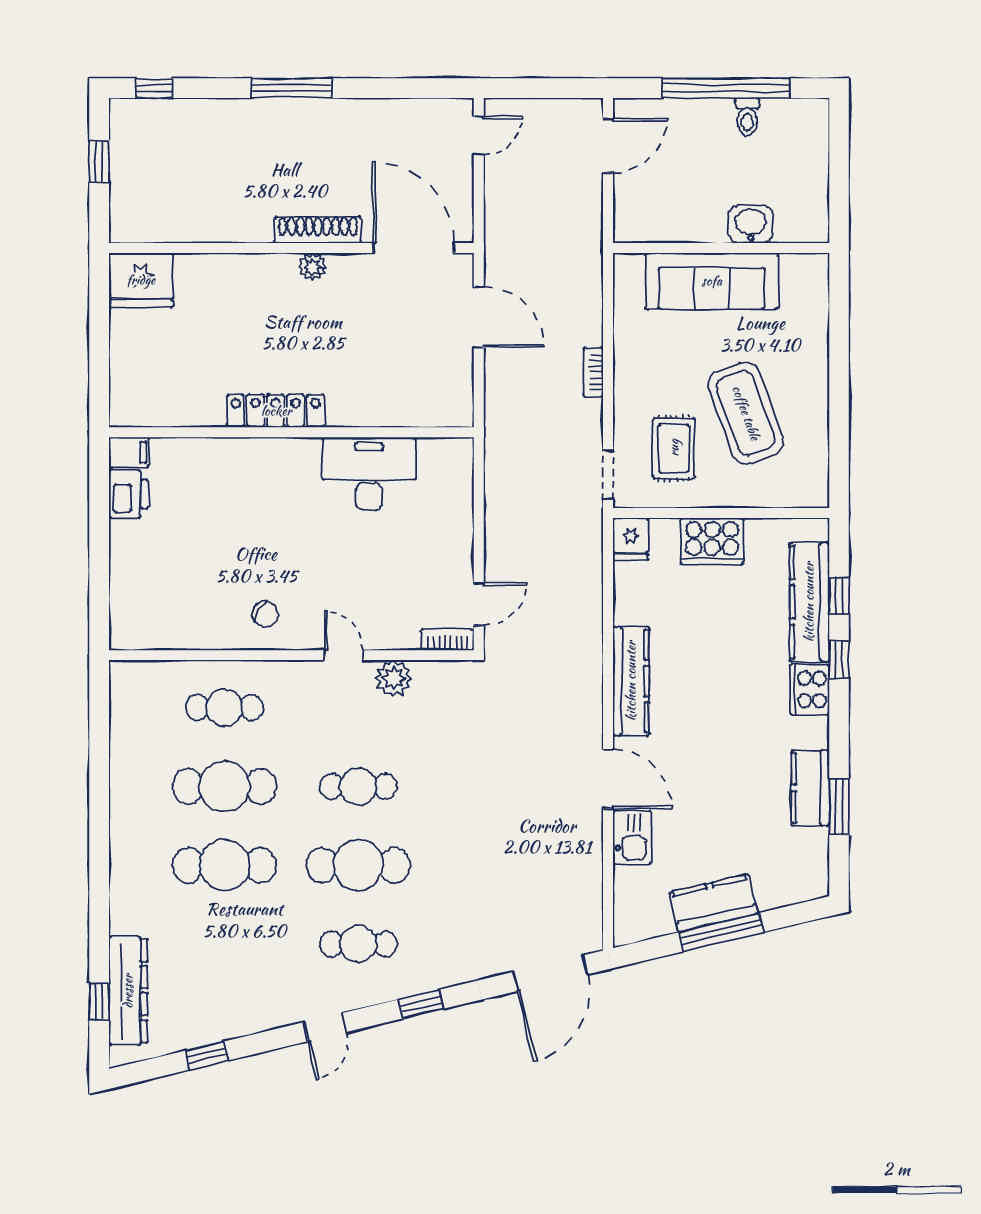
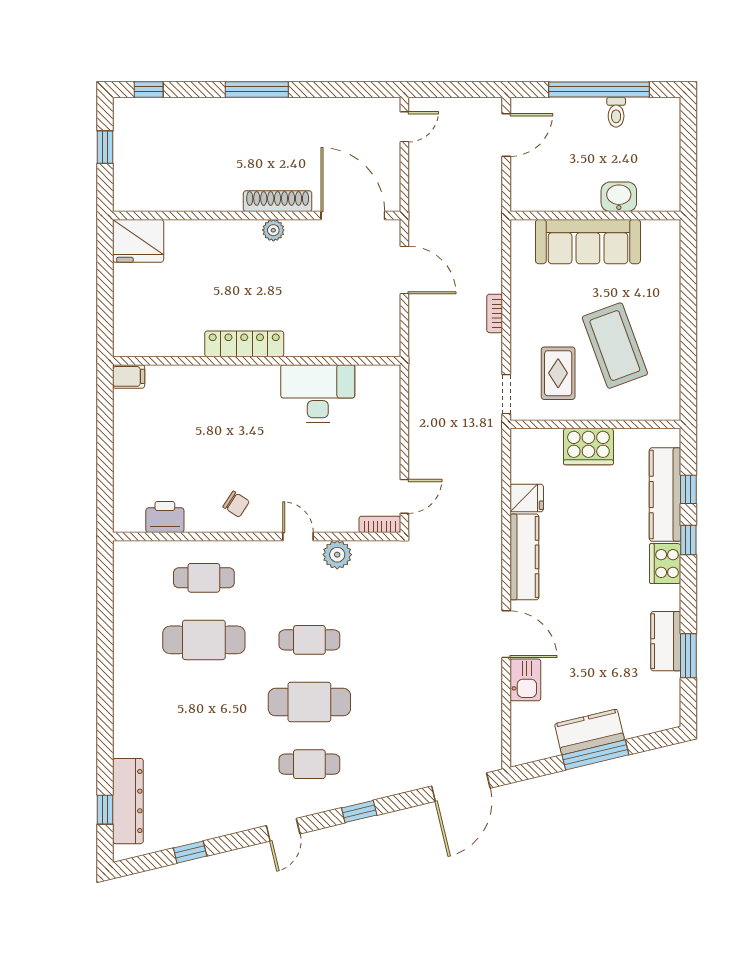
printer: (129, 494) -> (165, 517), moved, turned -90
fridge: (630, 539) -> (527, 498), moved, turned -90
cafe table: (224, 865) -> (204, 702), removed

